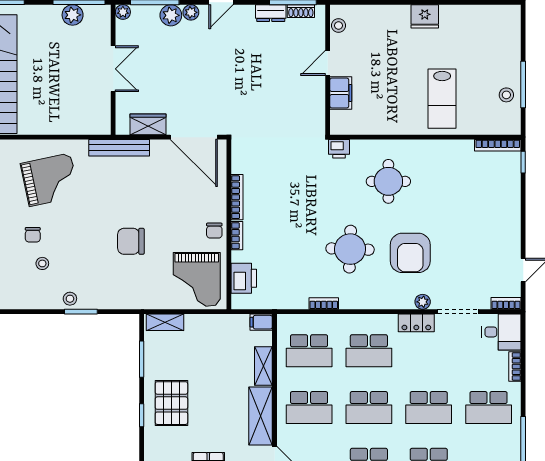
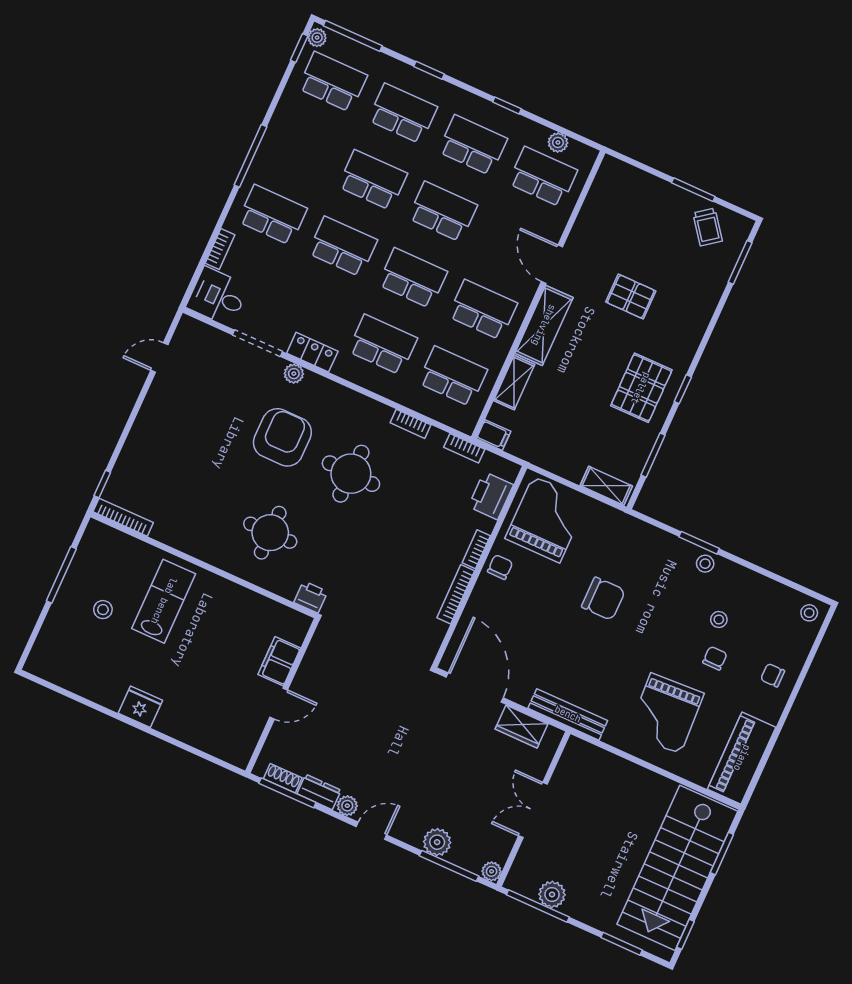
plant: (191, 12) -> (347, 806), moved
stool: (339, 26) -> (246, 742), removed
stool: (506, 95) -> (103, 610), moved
grand piano: (50, 180) -> (666, 714), turned -81
bookcase: (506, 303) -> (464, 448), moved

